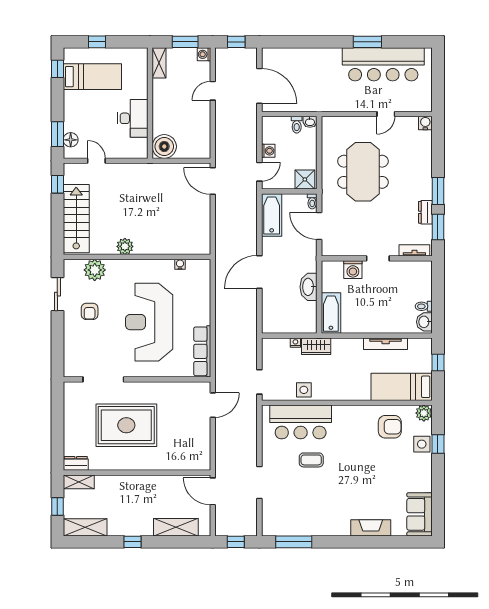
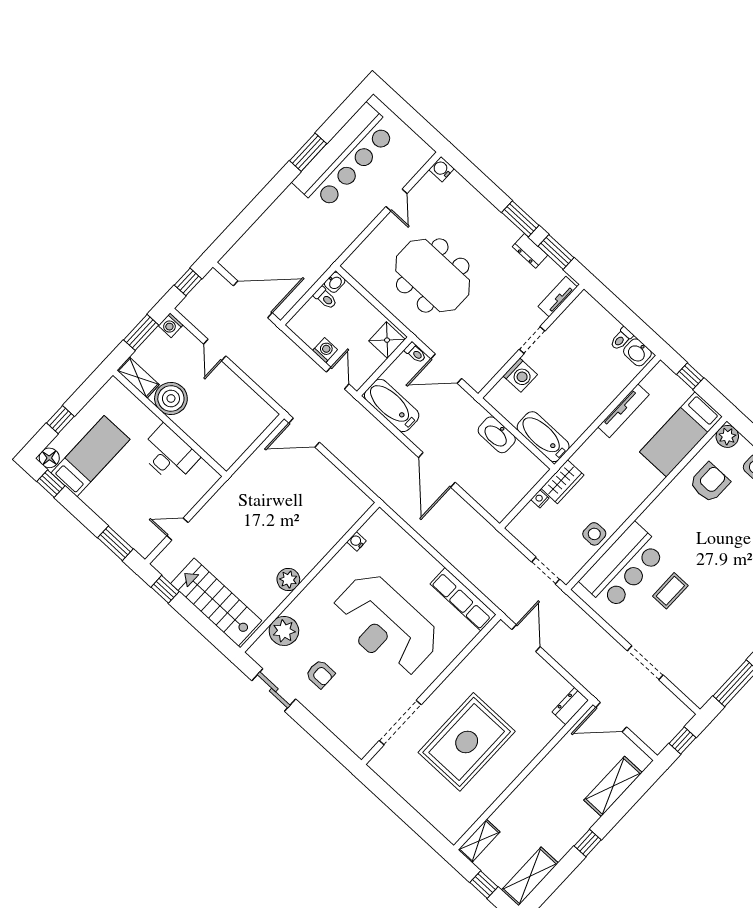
floor lamp: (71, 140) -> (49, 458), moved
boiler: (164, 146) -> (171, 398), moved
dresser: (76, 463) -> (570, 706), moved

